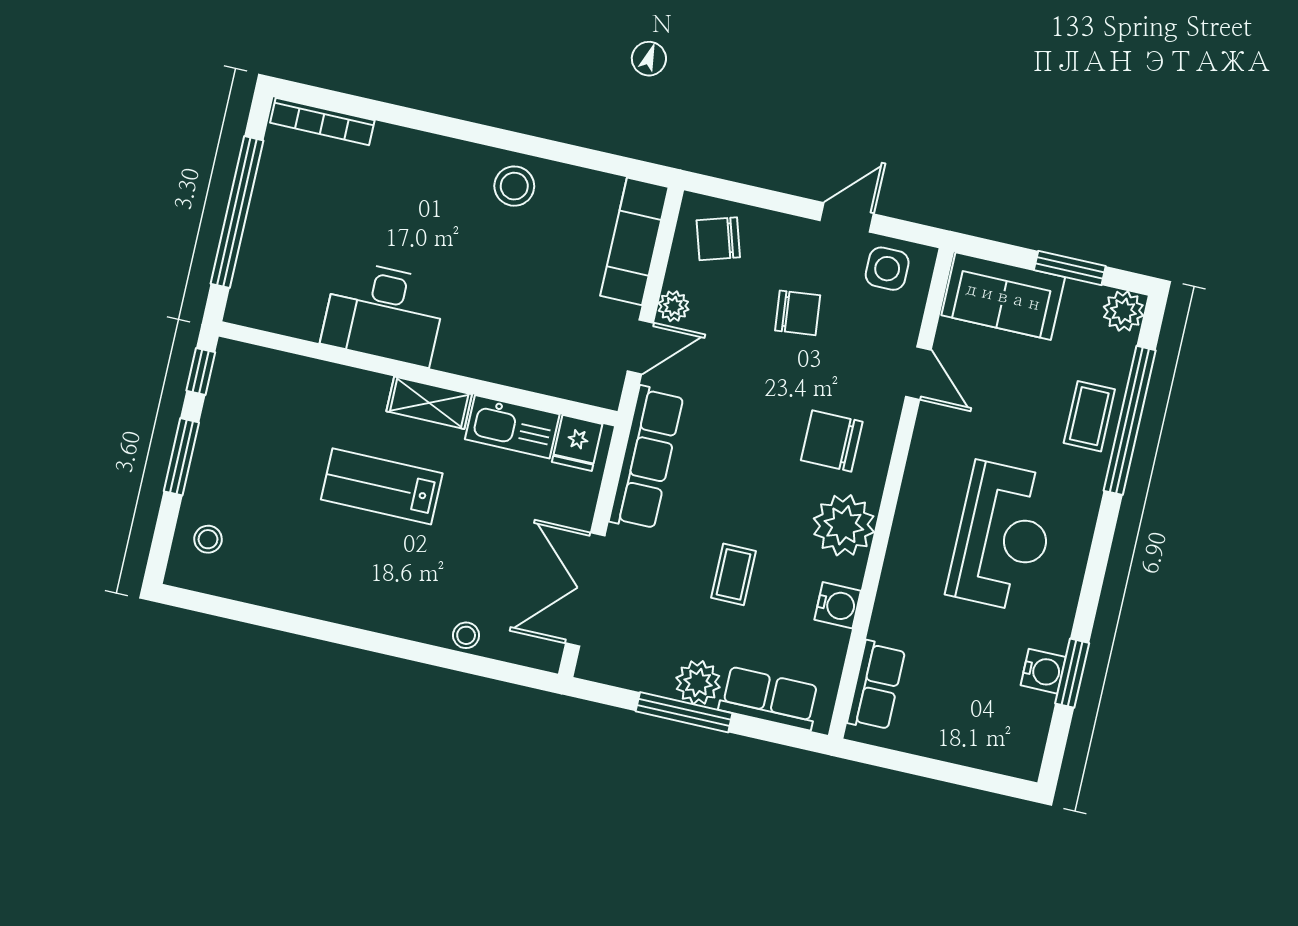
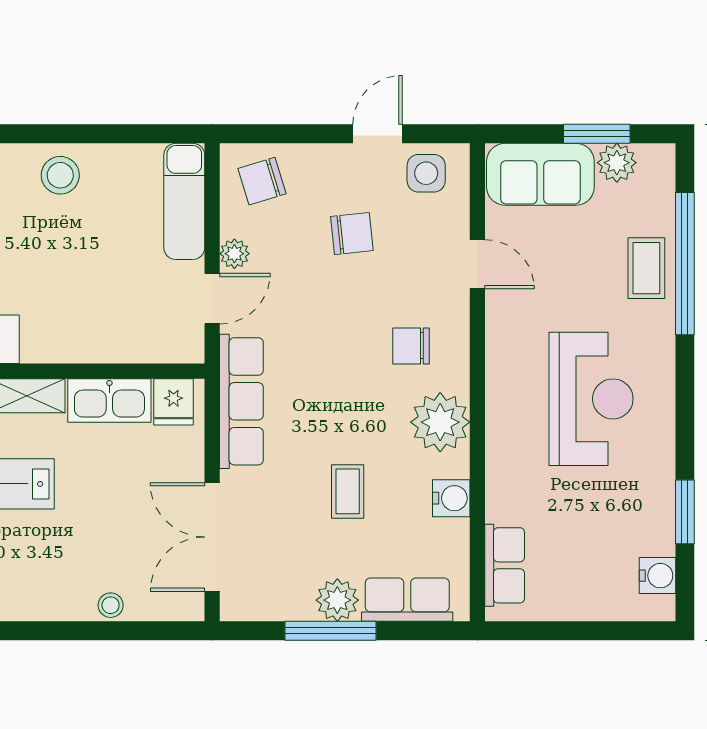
plant: (1123, 311) -> (617, 163), moved
chair: (832, 441) -> (411, 346), width x0.73, depth x0.73
water cooler: (1043, 671) -> (657, 576), moved

